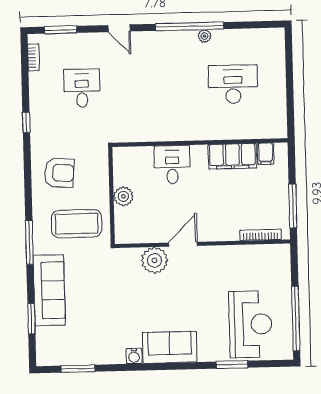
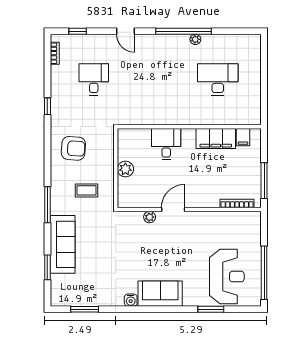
window: (61, 30) -> (78, 31), width x0.67
coffee table: (77, 224) -> (86, 190), width x0.54, depth x0.58
plant: (154, 260) -> (150, 217), width x0.53, depth x0.53

